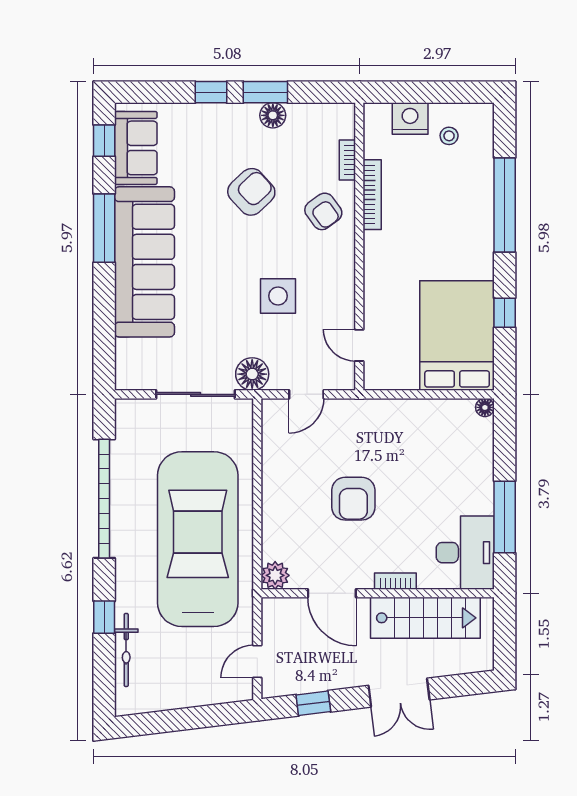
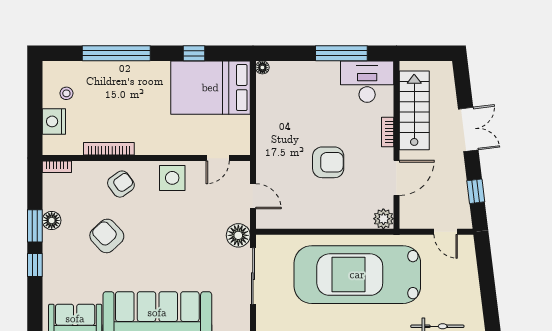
bookcase: (347, 160) -> (57, 167), moved
side table: (278, 296) -> (172, 178), moved

